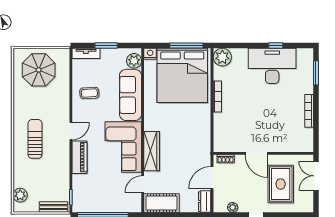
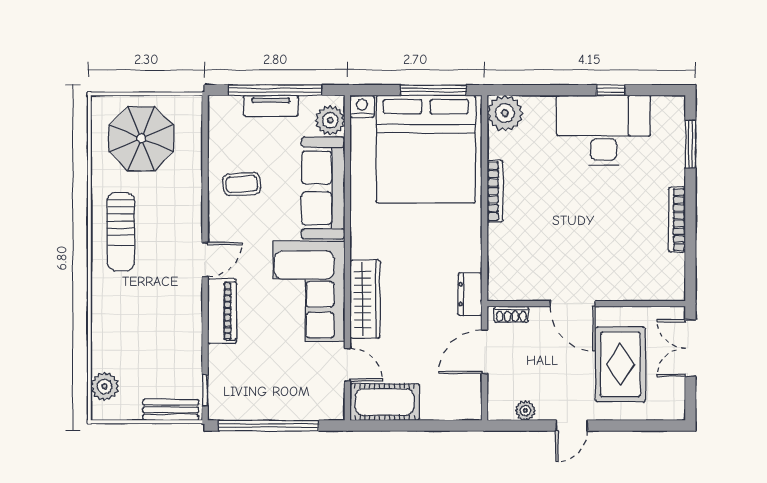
window: (106, 46) -> (275, 90), width x2.11
tv unit: (86, 53) -> (271, 106), moved
sun lounger: (35, 139) -> (121, 232), moved, turned 180
door: (143, 184) -> (347, 365), swing flipped
dresser: (205, 202) -> (470, 294), moved

